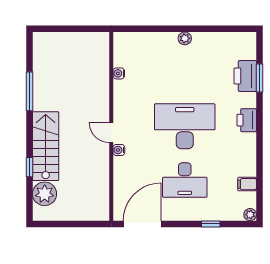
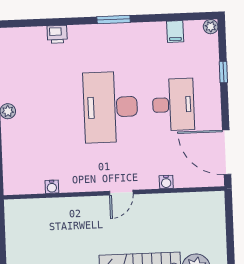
printer: (245, 76) -> (57, 34), width x0.53, depth x0.68
window: (259, 78) -> (114, 20), moved
printer: (247, 120) -> (100, 35), removed
water cooler: (119, 150) -> (166, 182), moved

